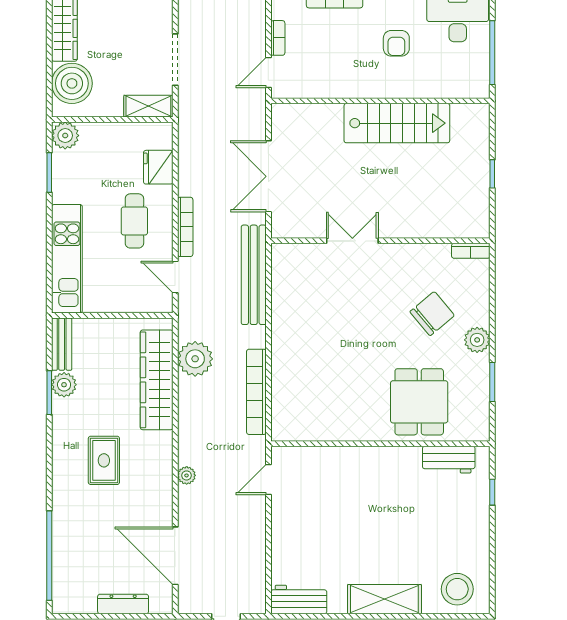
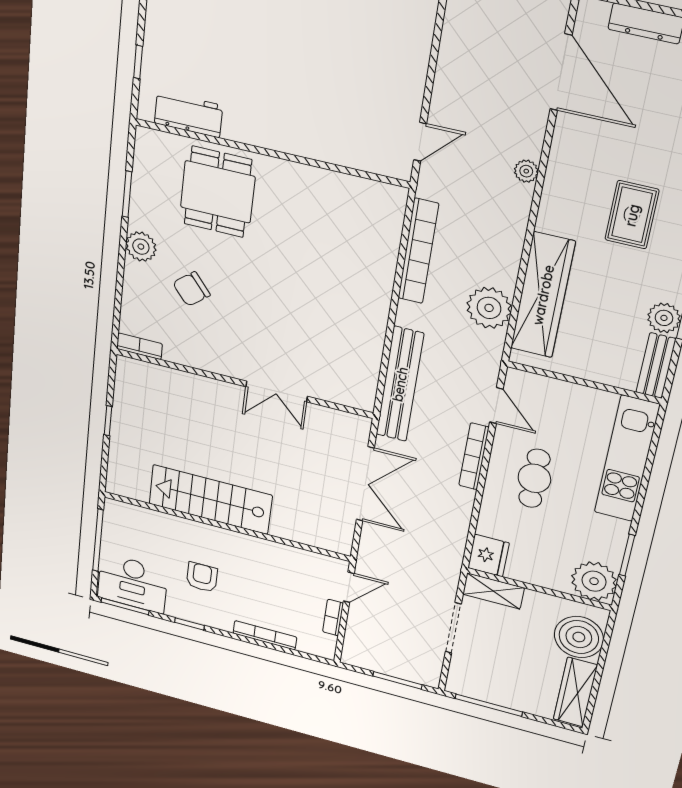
plant: (65, 136) -> (594, 581), width x1.36, depth x1.36
fridge: (158, 167) -> (488, 555), moved
chair: (432, 314) -> (191, 289), width x0.73, depth x0.73

